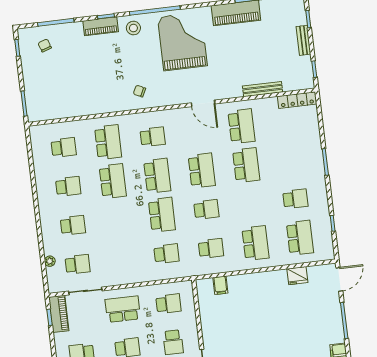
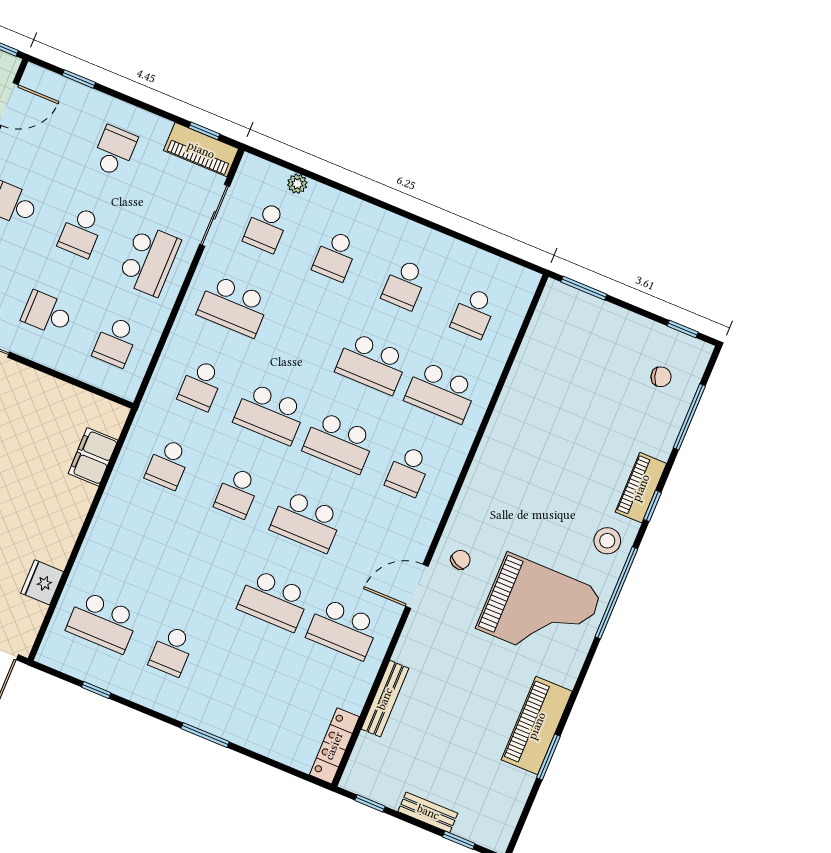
chair: (139, 91) -> (460, 560), moved
school desk: (255, 243) -> (233, 306), moved
filing cabinet: (220, 285) -> (93, 457), width x2.00

